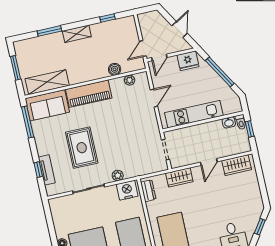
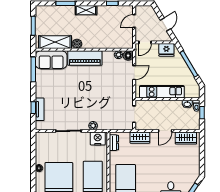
door: (143, 49) -> (134, 21), moved
boiler: (115, 69) -> (77, 44), moved
floor lamp: (142, 78) -> (128, 56), added
rug: (82, 148) -> (70, 98), removed

